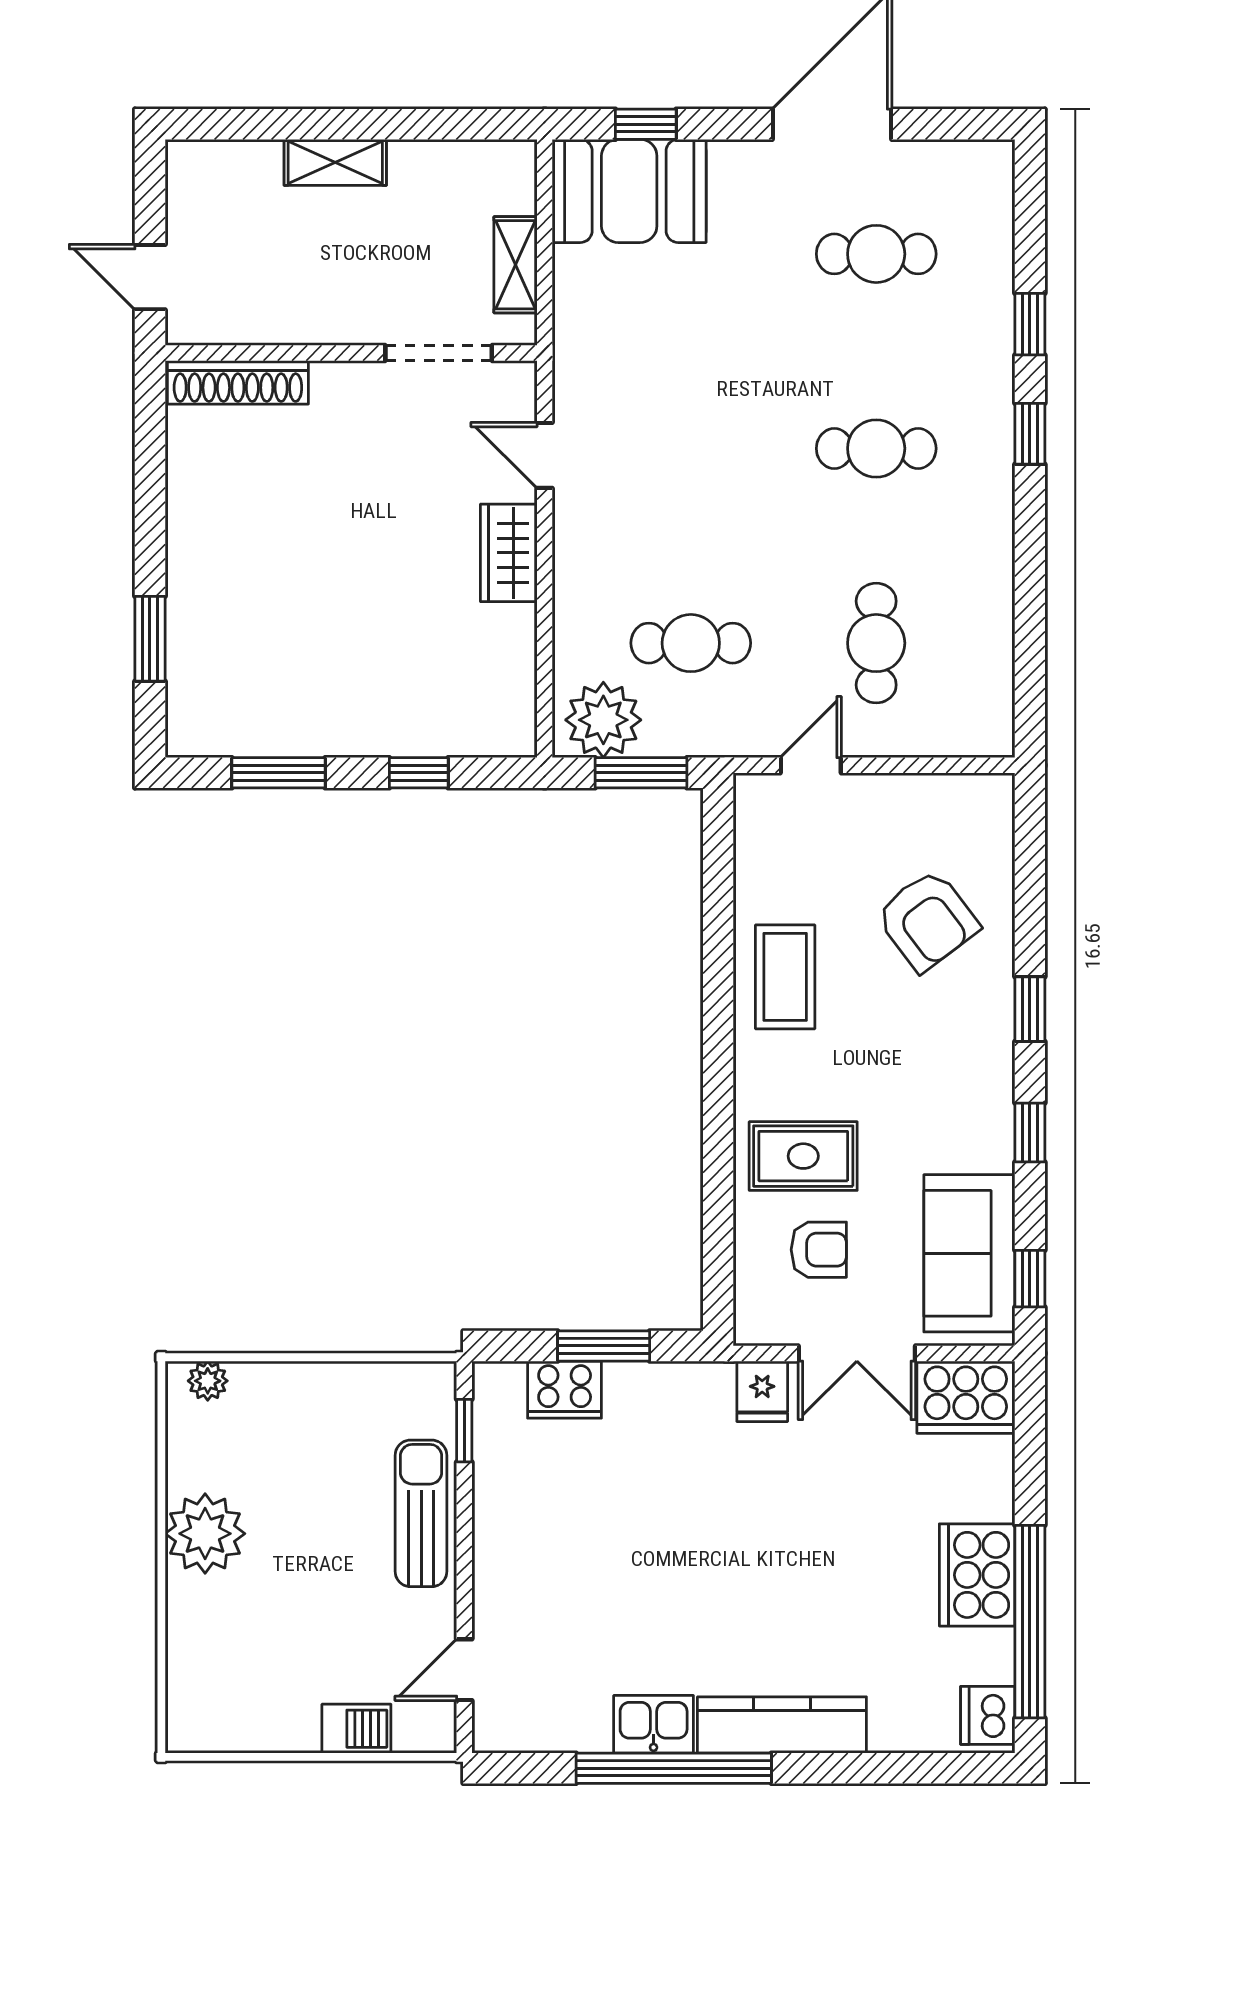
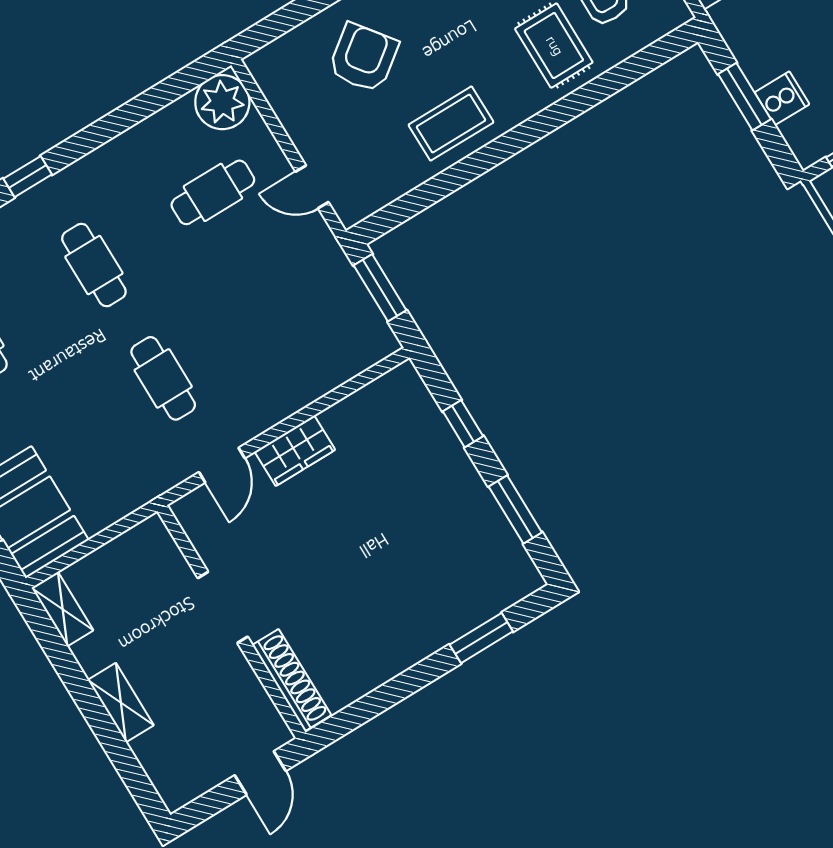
shelving: (516, 265) -> (63, 609), moved, turned 90
doorway: (439, 353) -> (223, 607), moved
cafe table: (691, 643) -> (163, 378), moved
plant: (603, 720) -> (222, 102), moved
cooker: (565, 1390) -> (782, 98), width x0.73

